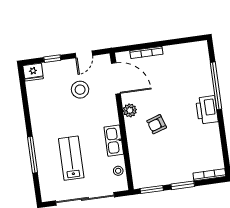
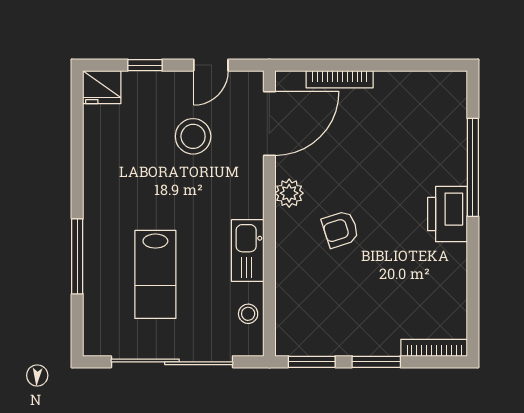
door: (116, 78) -> (269, 124), hinge flipped
lab bench: (71, 158) -> (155, 274), turned 180

